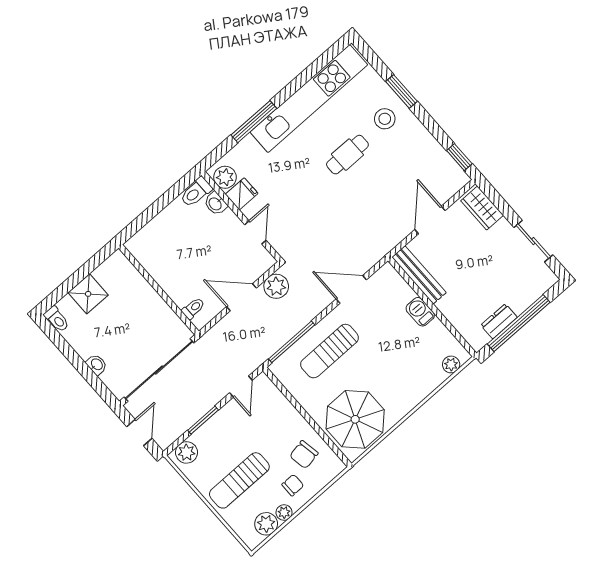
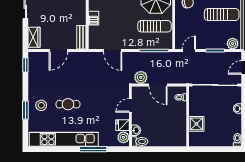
bench: (419, 275) -> (81, 37), width x0.73
shower: (88, 294) -> (196, 124), moved
sun lounger: (330, 351) -> (155, 26), moved

